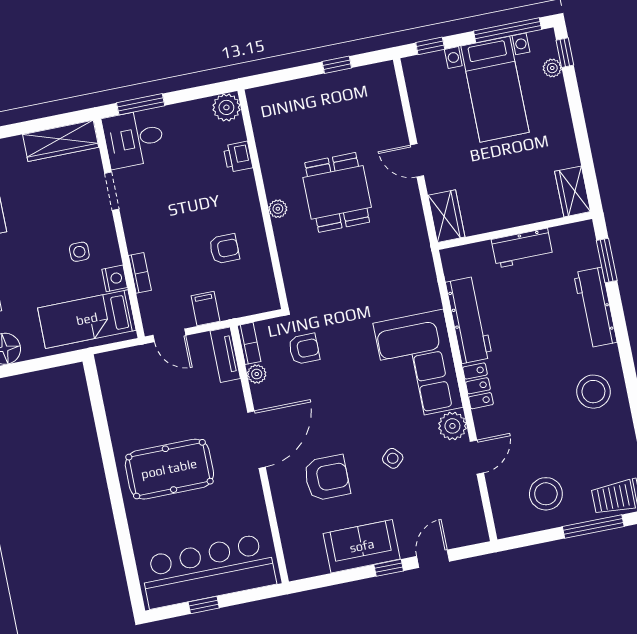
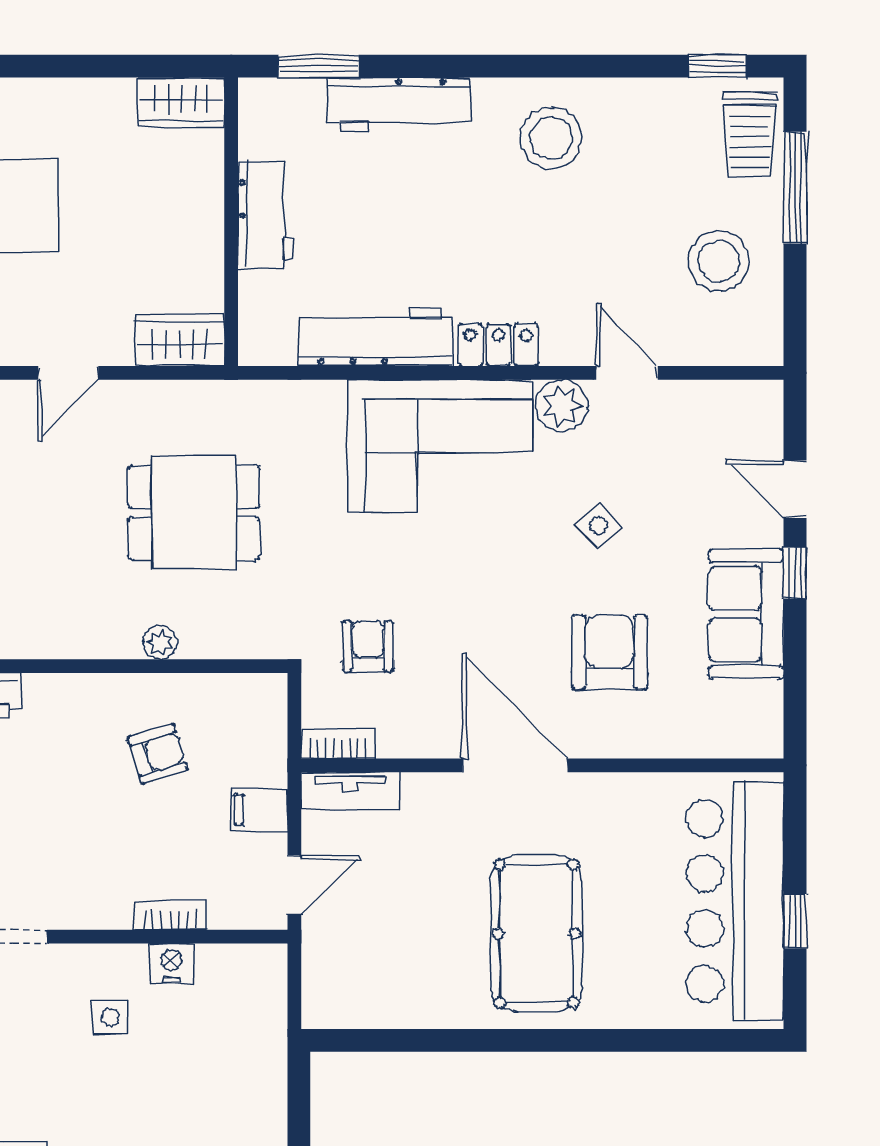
dining table: (337, 192) -> (194, 513), moved
plant: (278, 209) -> (160, 642), moved
armchair: (224, 249) -> (158, 754), turned 73
bed: (87, 319) -> (235, 1028), removed
plant: (257, 374) -> (396, 741), removed

